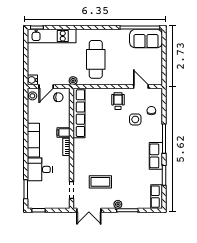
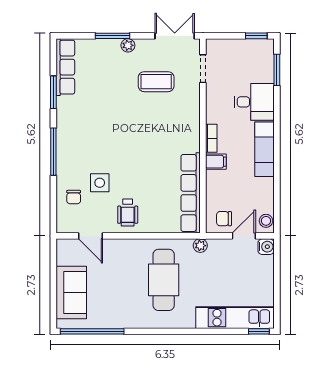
sofa: (146, 39) -> (71, 292), moved, turned 90
row of seats: (156, 156) -> (66, 124), removed
row of seats: (157, 197) -> (65, 67), width x1.48

